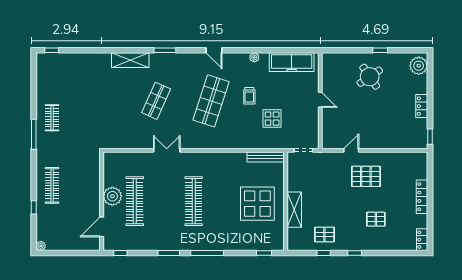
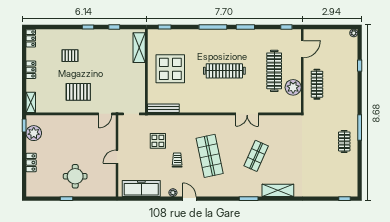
door: (214, 50) -> (189, 199), moved
plant: (419, 66) -> (34, 133), moved
round table: (370, 77) -> (75, 176), turned 34
door: (320, 100) -> (117, 157), hinge flipped
shop shelf: (211, 101) -> (210, 156), turned -30
locker: (422, 106) -> (31, 162), moved
door: (351, 150) -> (105, 114), moved
shelving: (422, 164) -> (31, 102), added
clothes rail: (52, 185) -> (317, 84), moved
plant: (112, 196) -> (293, 87), moved
locker: (422, 197) -> (31, 70), width x0.66
clothes rail: (194, 201) -> (224, 71), turned 90
shelving: (294, 210) -> (139, 48), moved
pallet: (324, 235) -> (114, 43), removed

